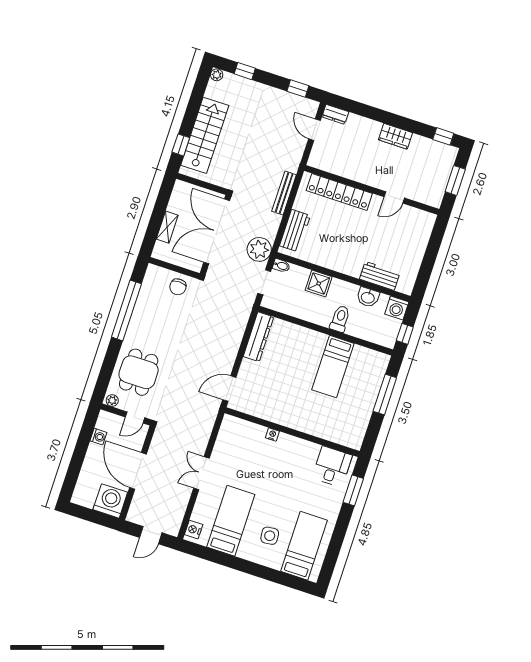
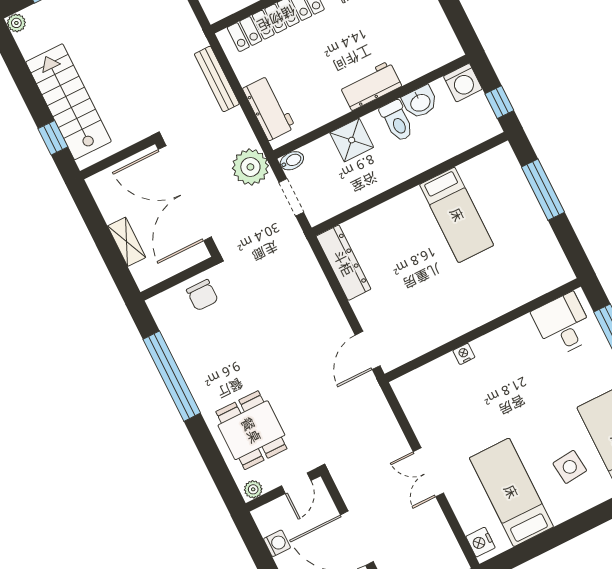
workbench: (380, 276) -> (371, 86), moved
toilet: (340, 319) -> (397, 121), moved, turned 180

